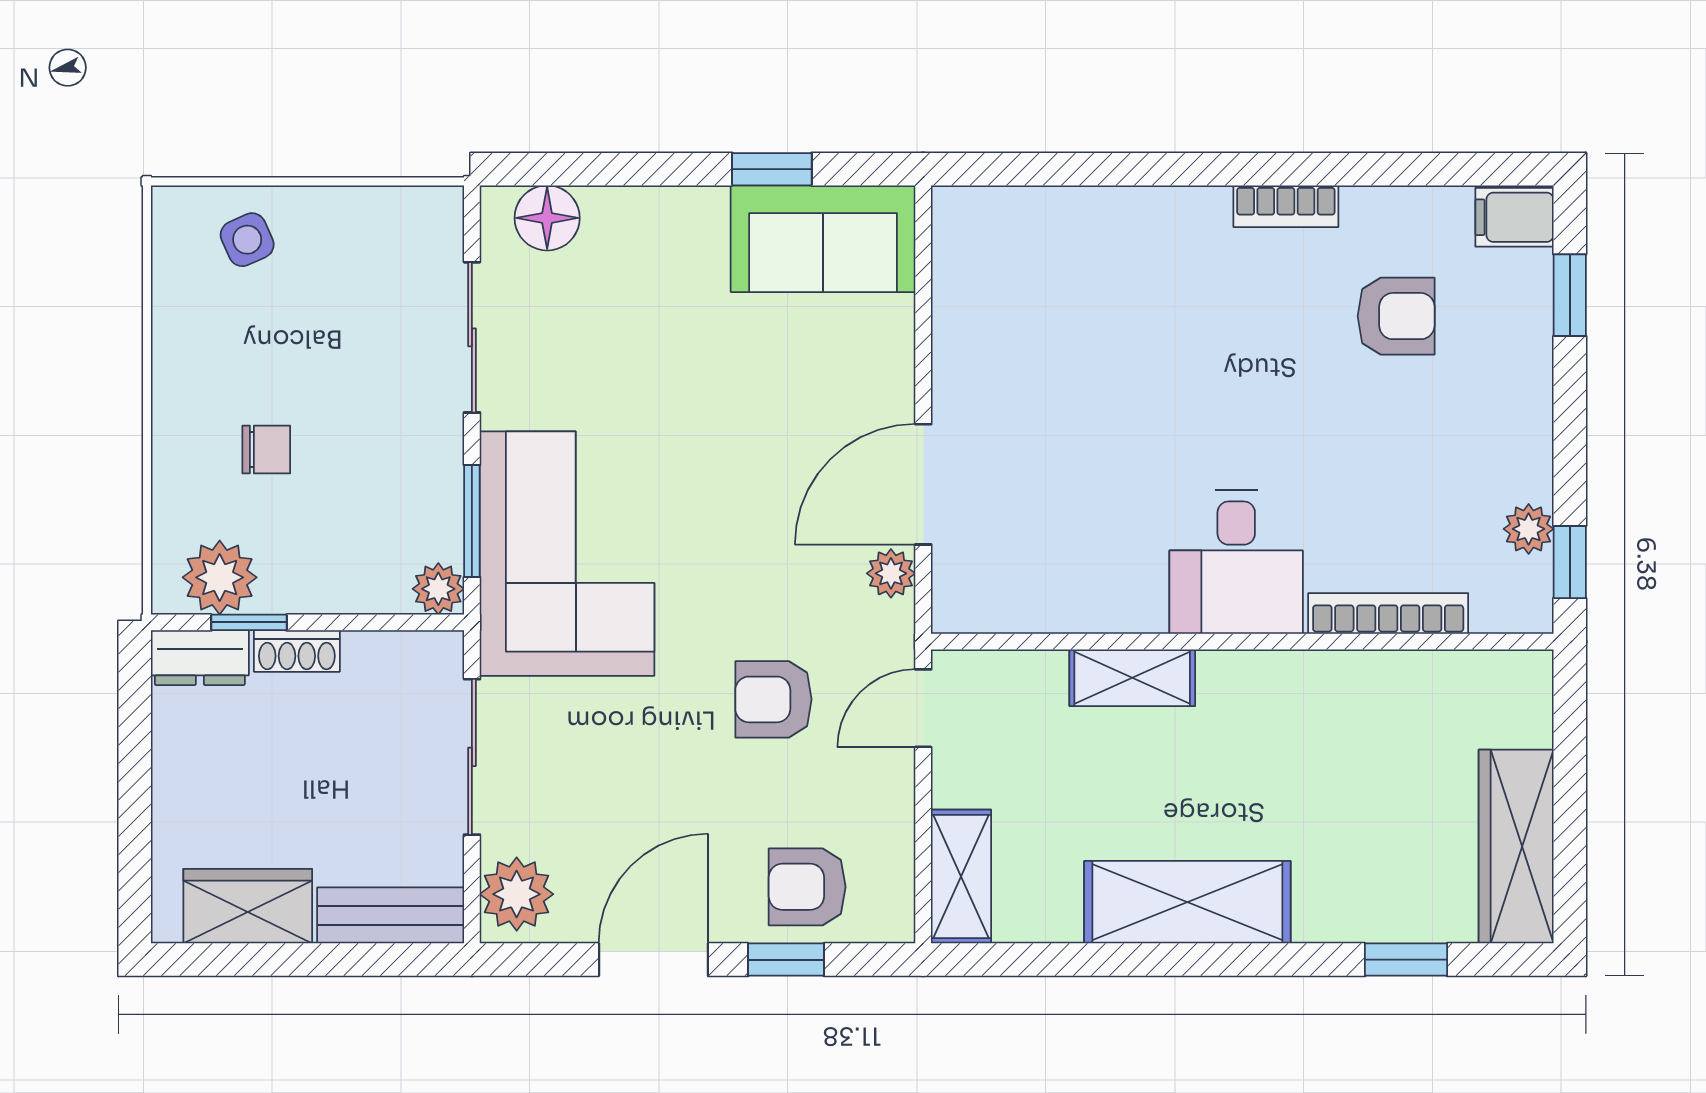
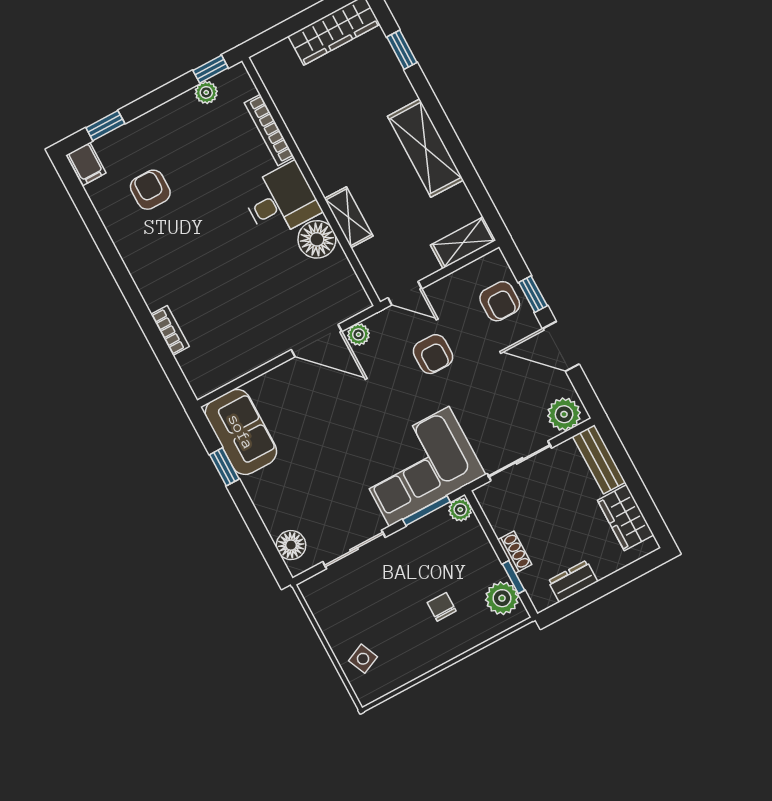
bookcase: (1286, 206) -> (170, 330), moved
floor lamp: (1122, 592) -> (317, 239), added
dresser: (200, 658) -> (573, 581), moved, turned -90

